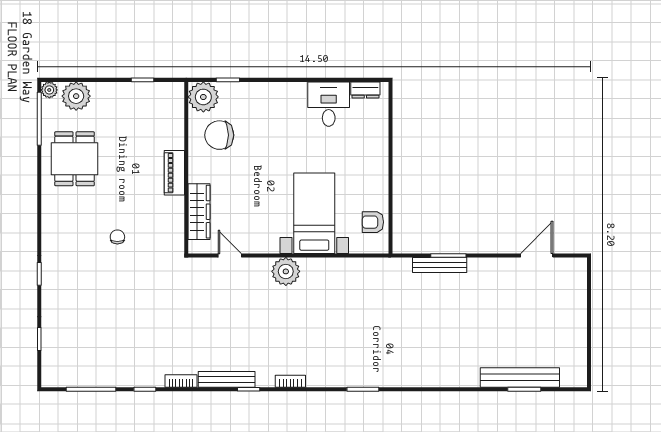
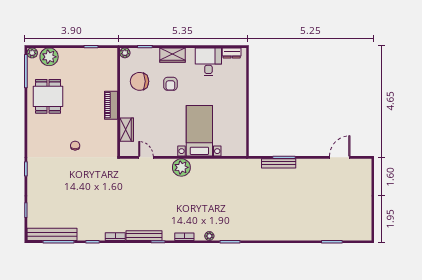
wardrobe: (272, 93) -> (172, 55), added
plant: (203, 97) -> (125, 53), width x0.53, depth x0.53
wardrobe: (199, 212) -> (127, 130), width x0.67
armchair: (373, 222) -> (170, 84), moved, turned -90
bench: (520, 377) -> (52, 234), moved
plant: (330, 380) -> (209, 236), added

